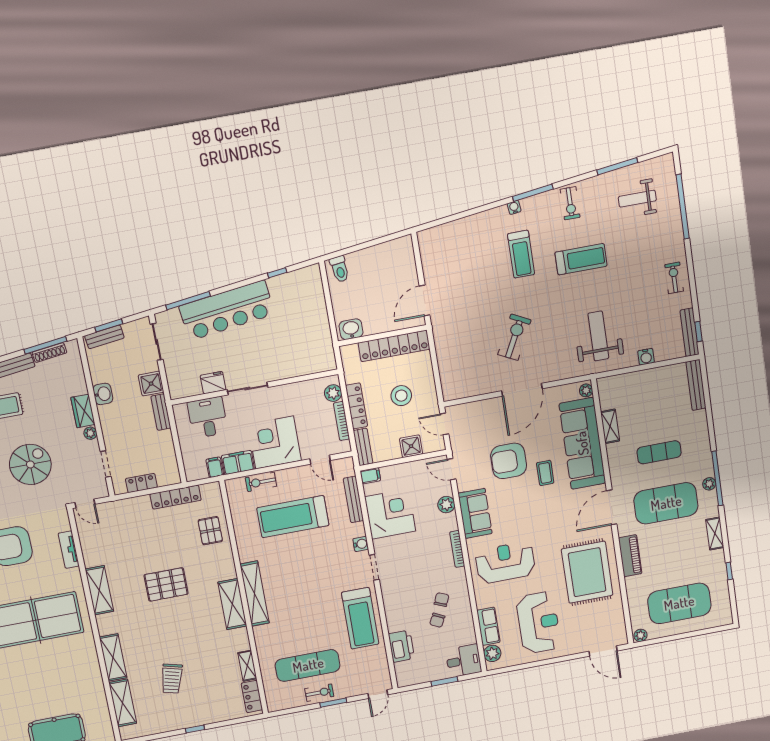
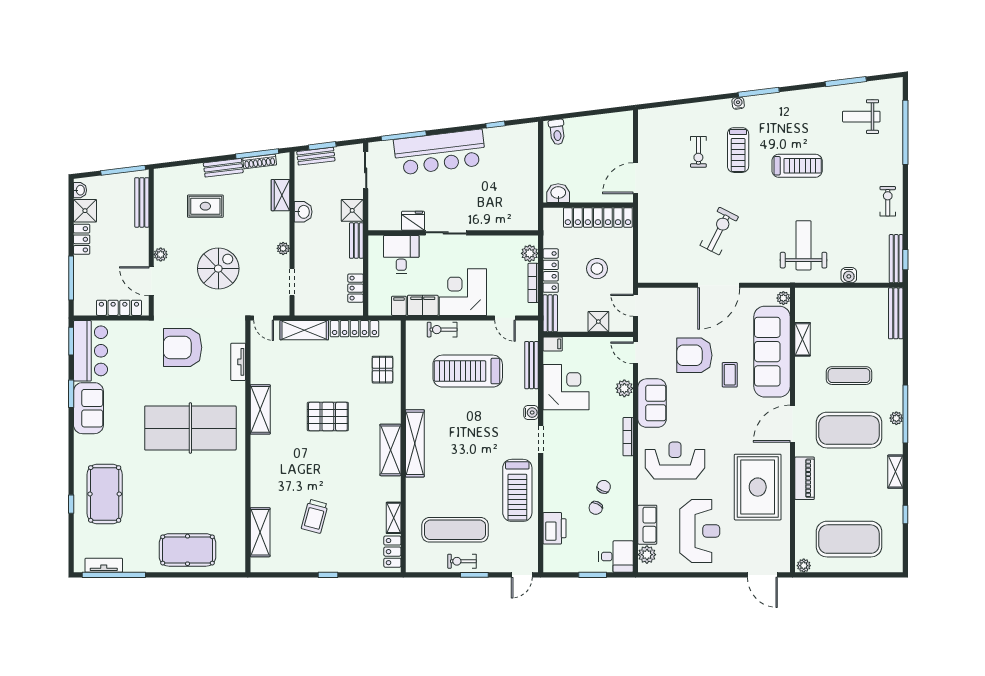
exercise bike: (570, 203) -> (698, 152), moved
wardrobe: (83, 411) -> (280, 195), moved
locker: (141, 483) -> (356, 288), moved, turned -90
shelving: (113, 657) -> (304, 330), moved, turned 90
exercise bike: (319, 693) -> (462, 561), turned 180

